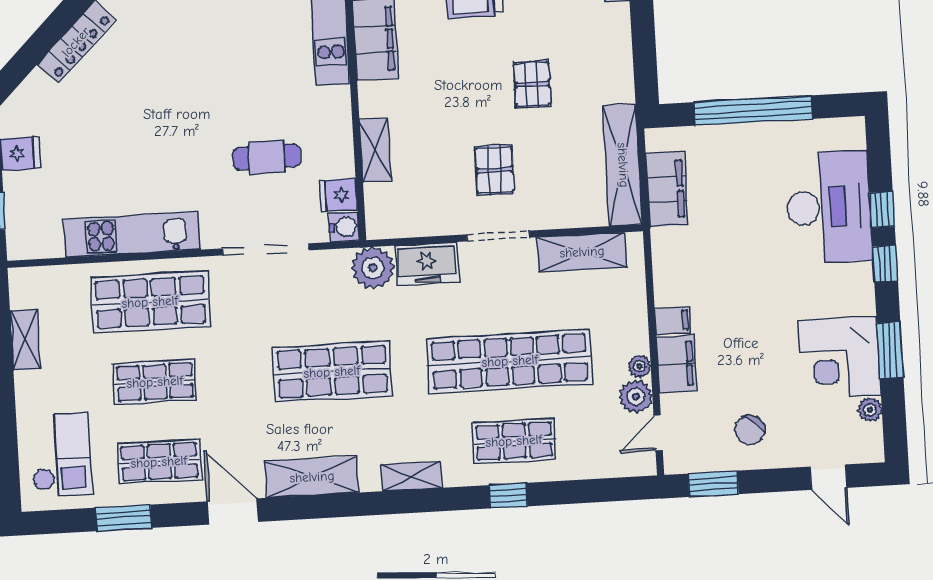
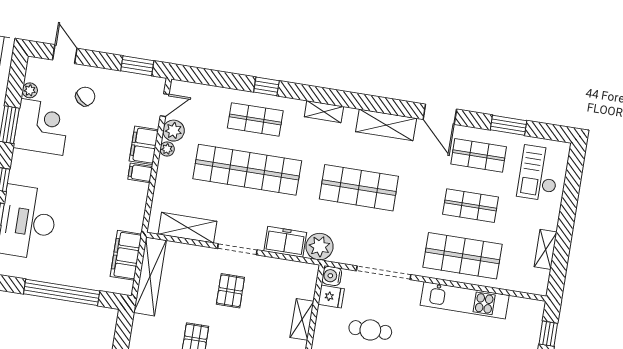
chair: (750, 430) -> (85, 96), moved

